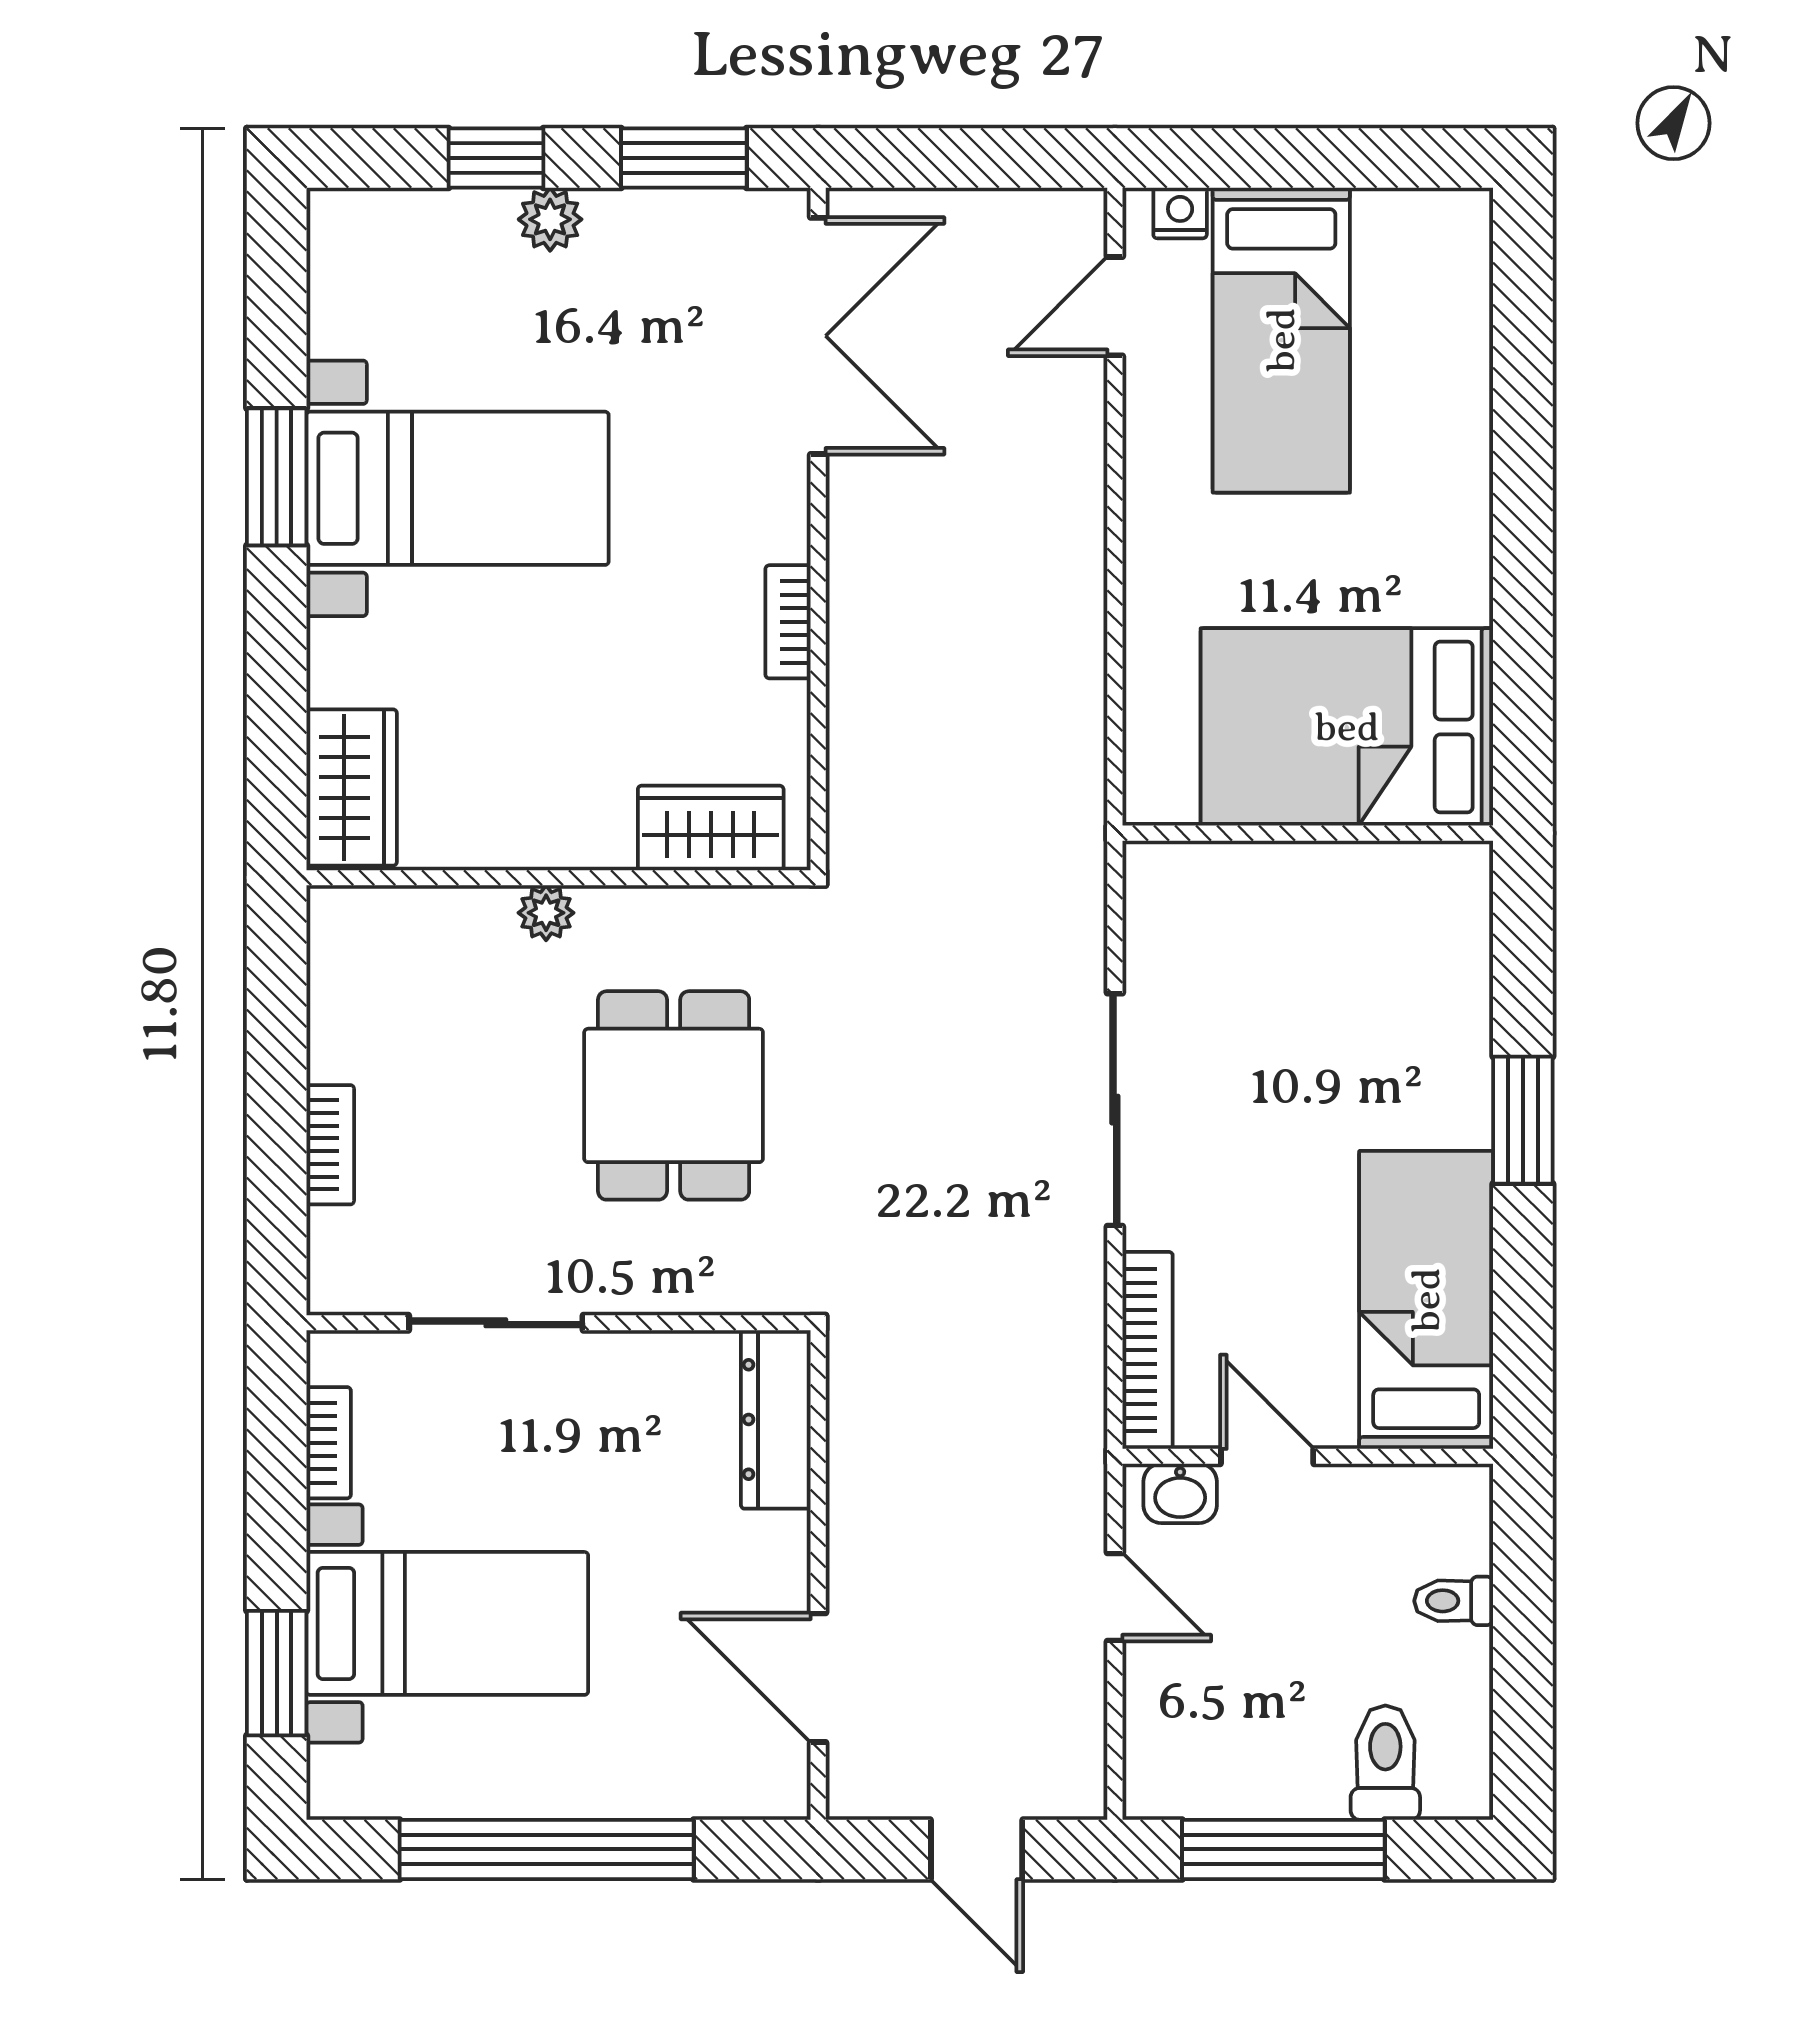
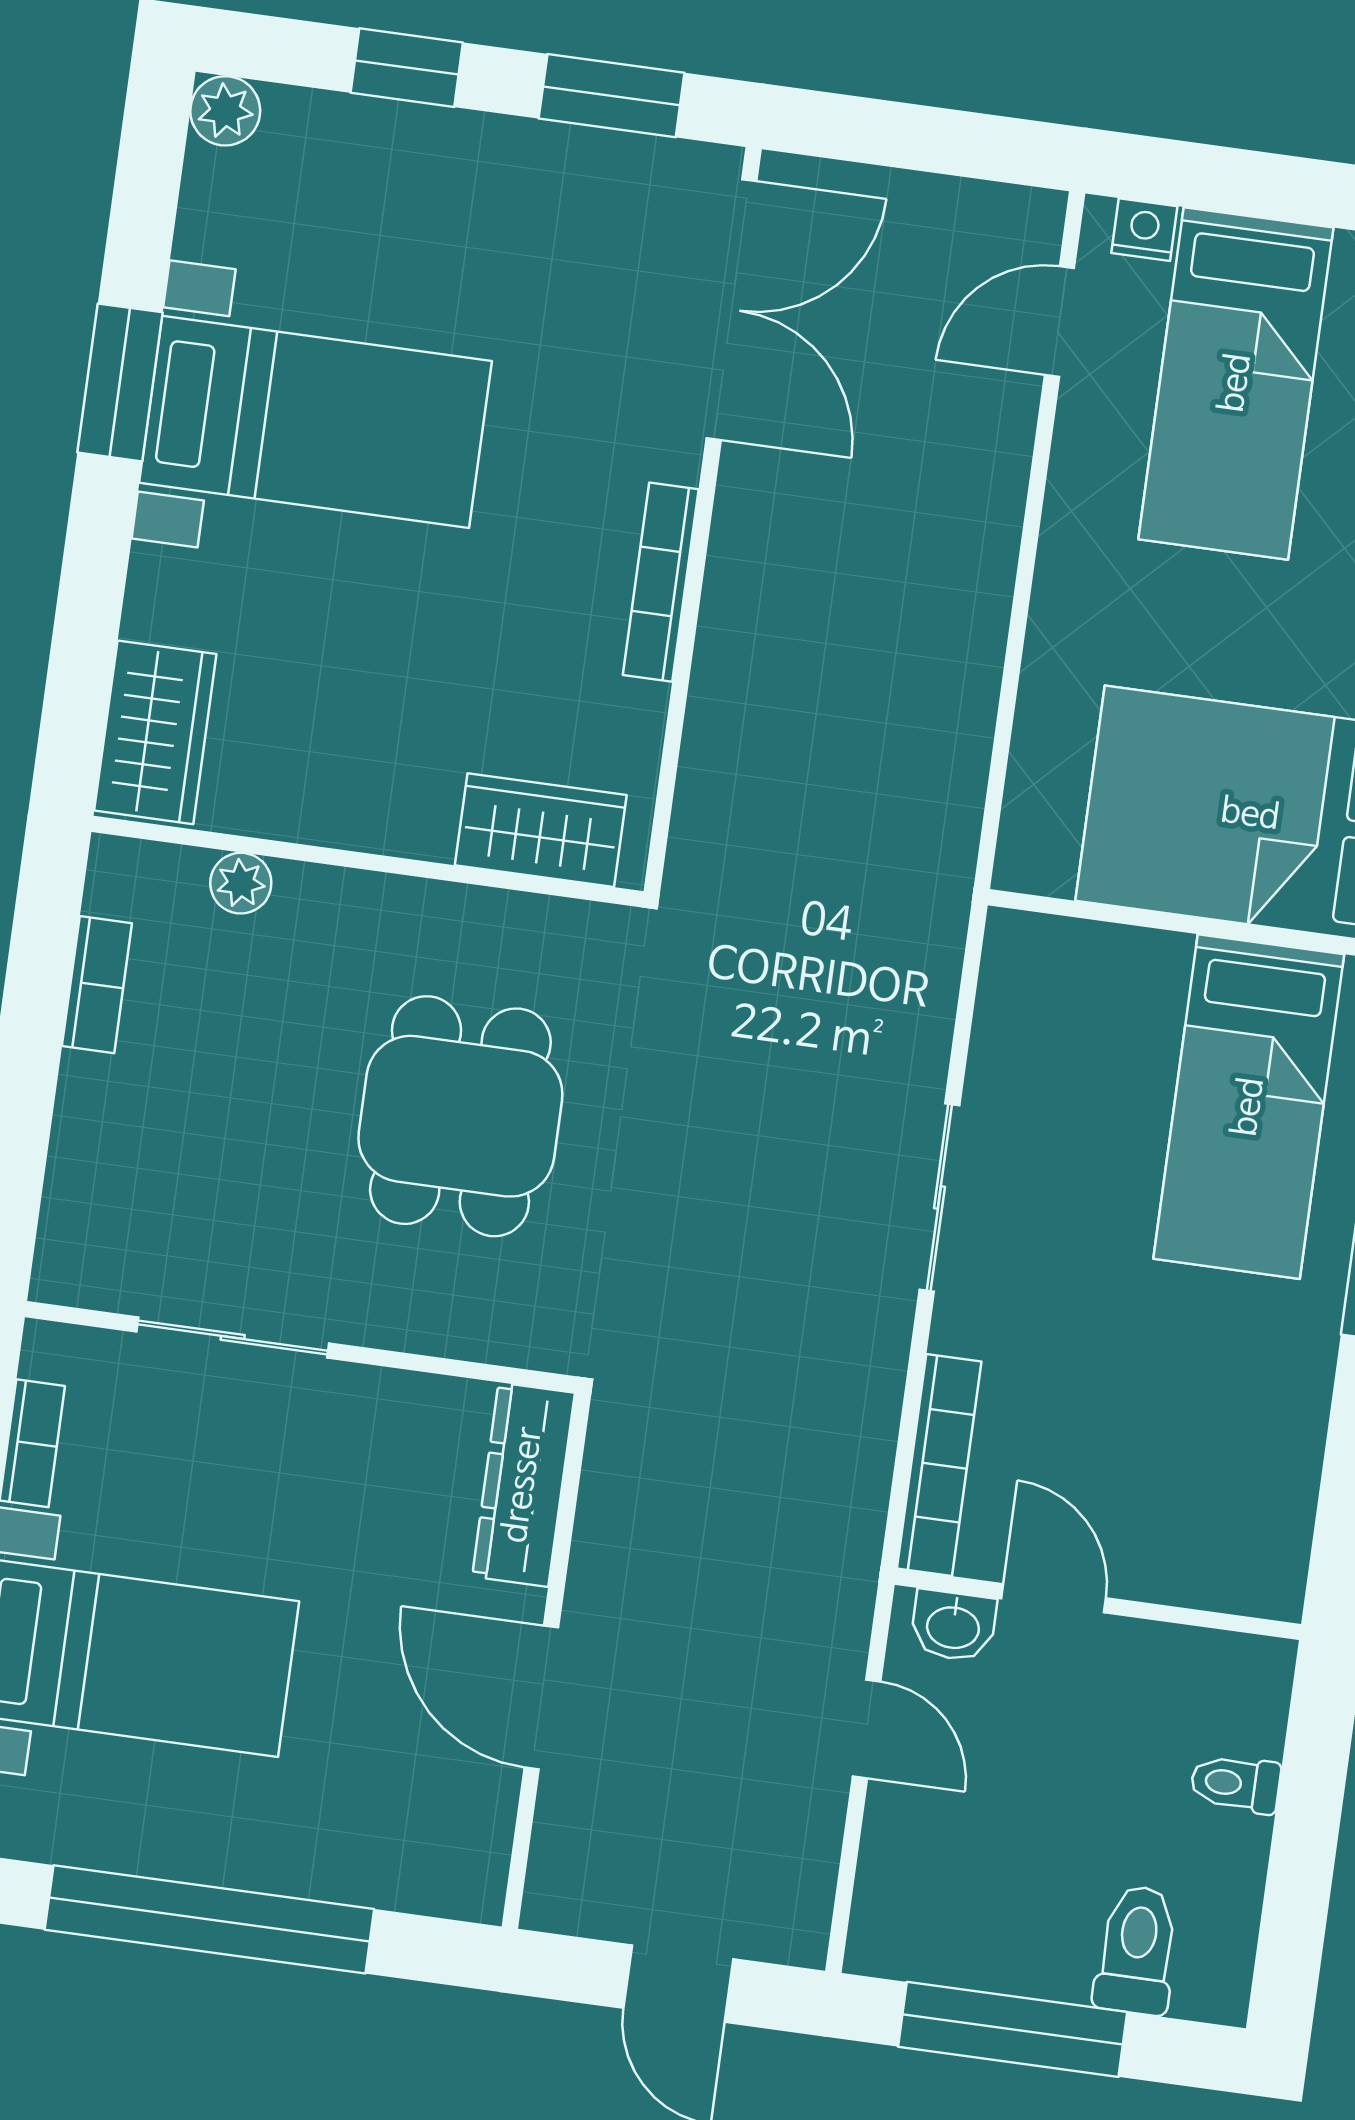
plant: (550, 219) -> (225, 111), moved
bookcase: (788, 622) -> (661, 582), width x1.56
plant: (546, 913) -> (241, 883), moved
sliding door: (1115, 1110) -> (939, 1197), width x0.73
bookcase: (330, 1145) -> (97, 985), moved
bed: (1426, 1300) -> (1249, 1107), moved, turned 180
door: (818, 1678) -> (541, 1698), moved

